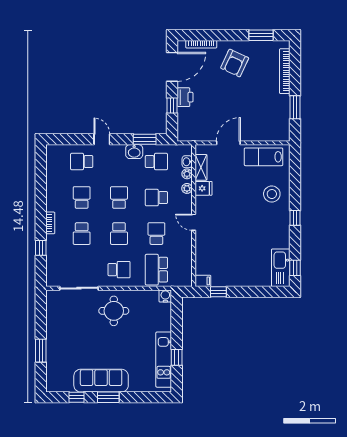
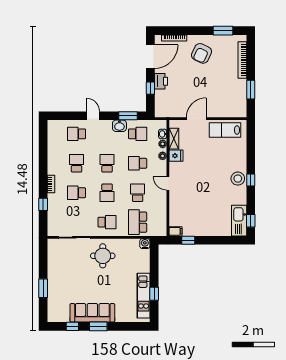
stool: (272, 194) -> (238, 179), moved
school desk: (82, 234) -> (77, 193), turned 90

